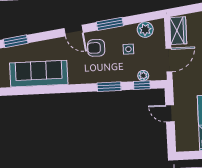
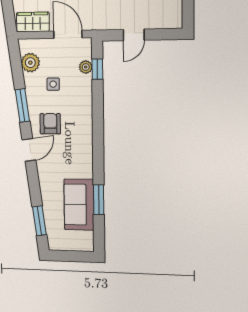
armchair: (96, 48) -> (50, 124), turned 180
sofa: (39, 74) -> (79, 205), width x0.73
window: (109, 87) -> (99, 200), moved

